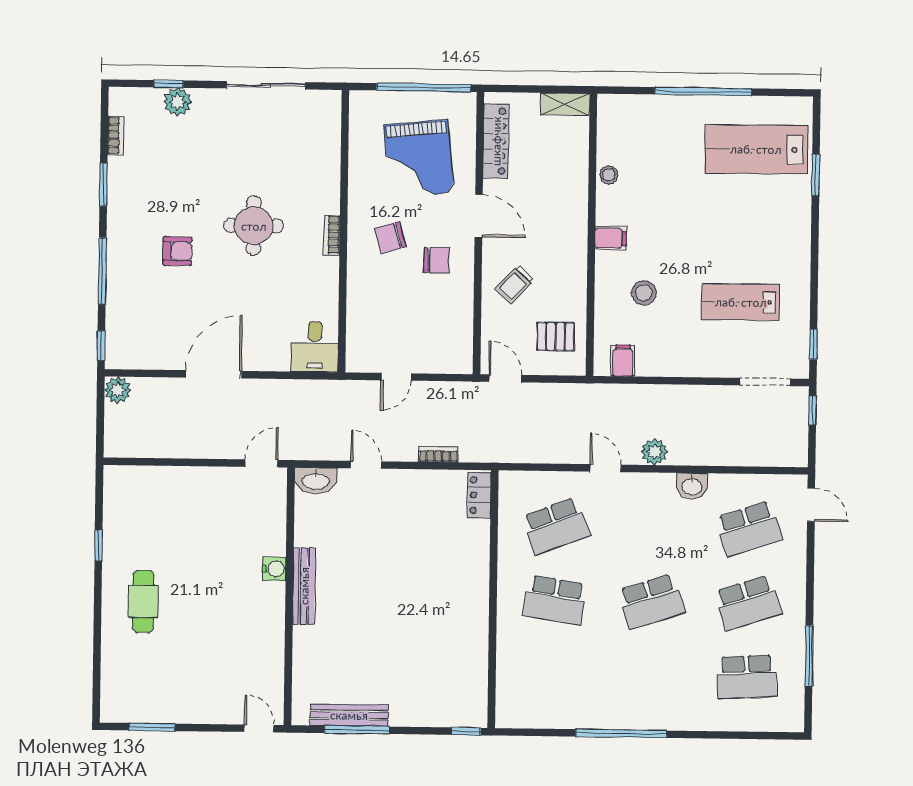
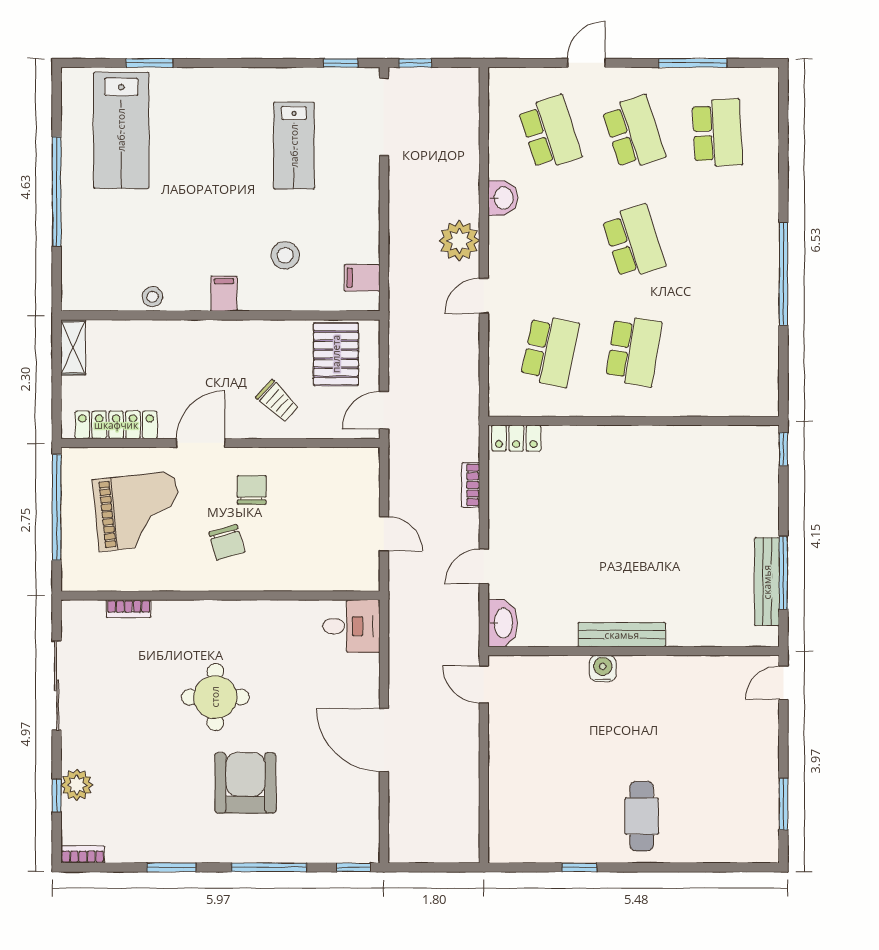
bookcase: (116, 135) -> (83, 854), moved
bookcase: (332, 235) -> (129, 609), moved
armchair: (177, 251) -> (245, 783), width x1.88, depth x1.88
pallet: (556, 337) -> (336, 354), width x1.50, depth x1.42
doorway: (765, 382) -> (384, 117), width x1.36
plant: (118, 390) -> (403, 848), removed
plant: (654, 452) -> (459, 241), width x1.36, depth x1.36
door: (811, 505) -> (586, 63), moved
school desk: (556, 526) -> (550, 351), turned 33
cafe table: (143, 601) -> (642, 816), turned 90

